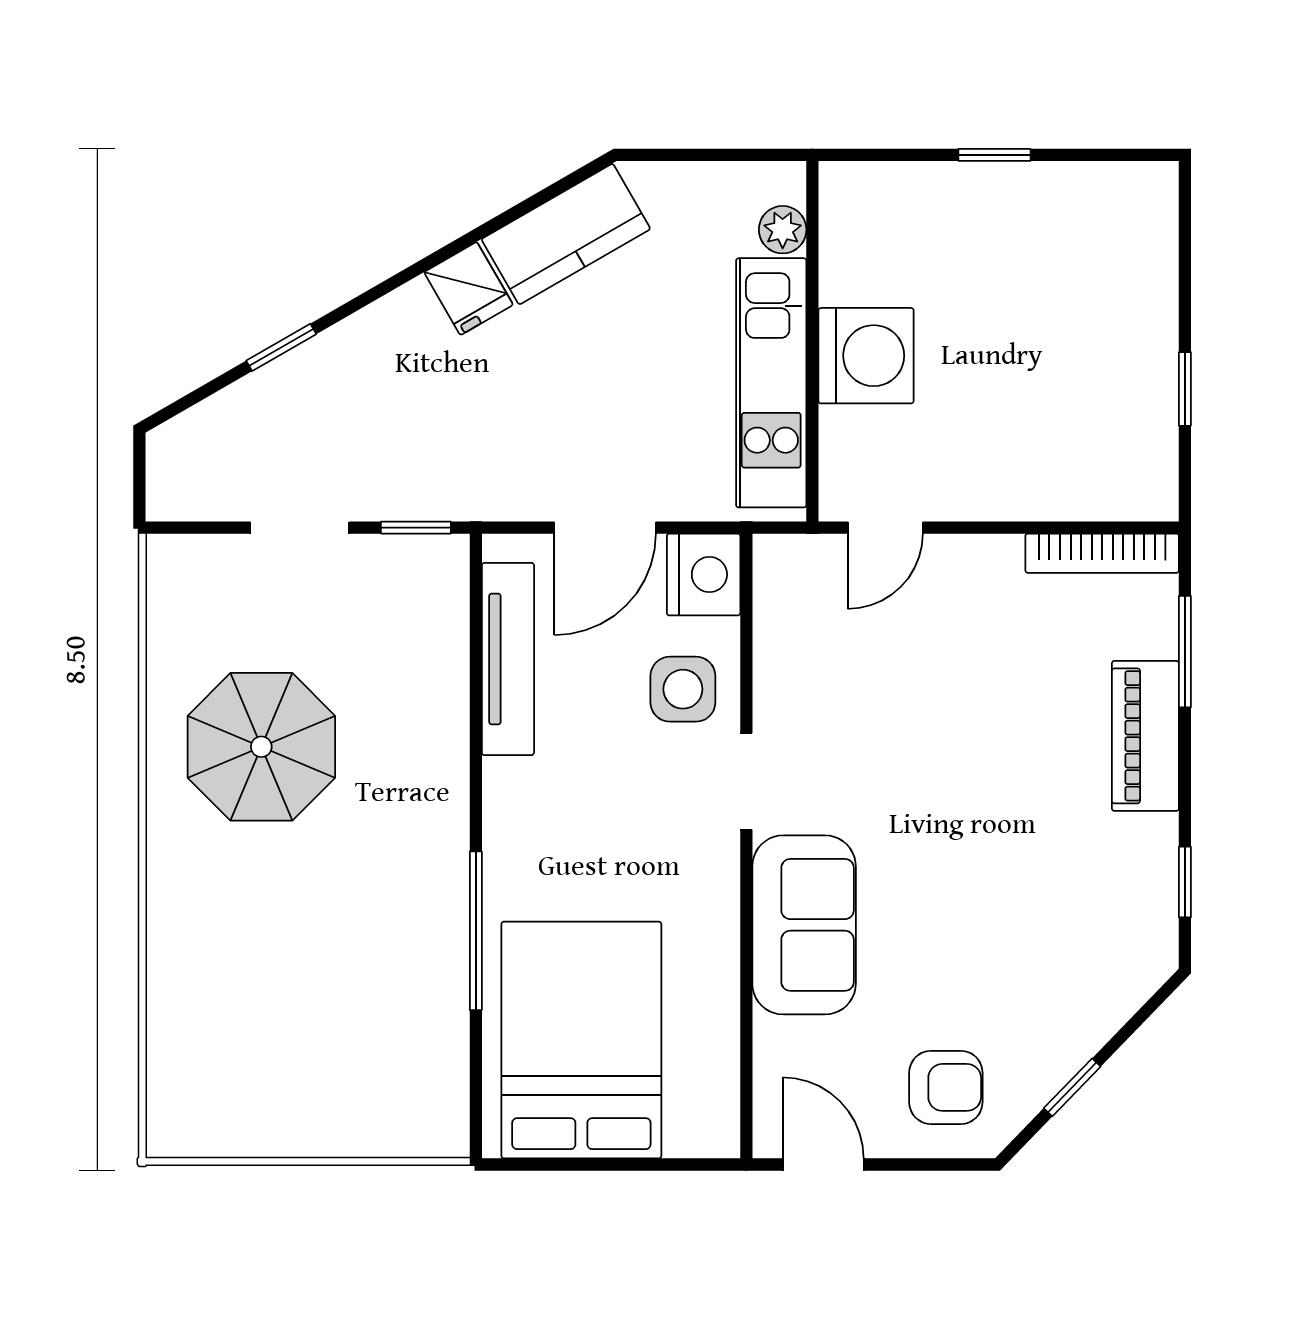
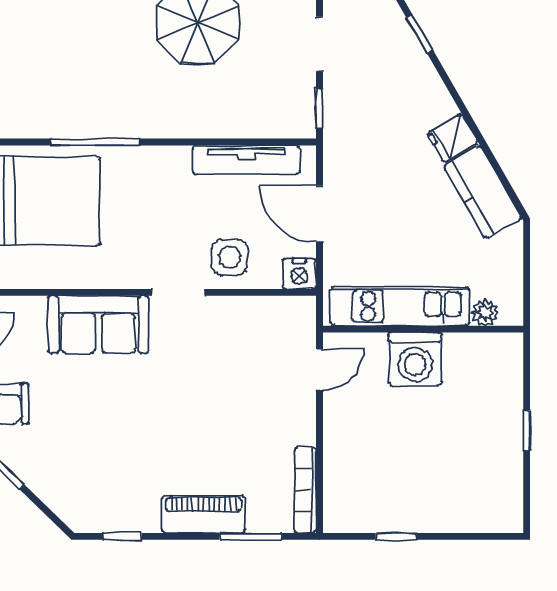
door: (885, 528) -> (319, 370), swing flipped
nightstand: (704, 575) -> (299, 274), width x0.74, depth x0.75

